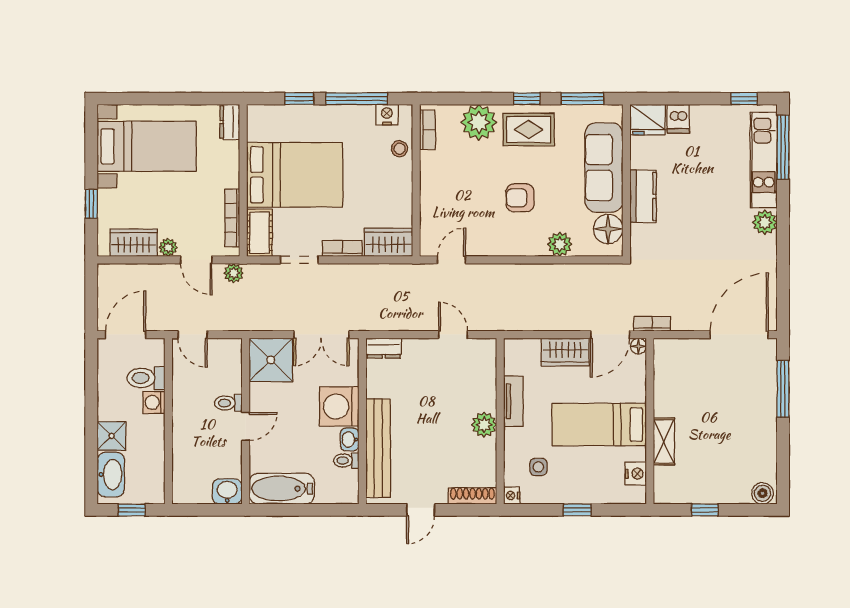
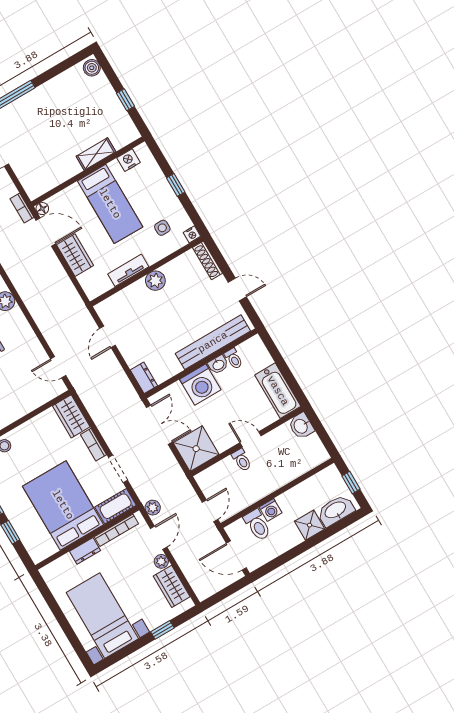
dresser: (230, 122) -> (85, 551), moved

